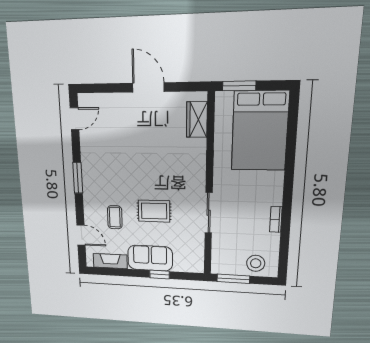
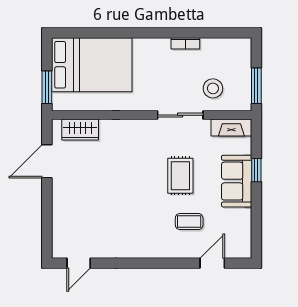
door: (148, 87) -> (47, 161), moved
door: (75, 119) -> (79, 263), swing flipped
window: (78, 178) -> (144, 263), removed
fireplace: (110, 261) -> (231, 127), moved, turned -90
stool: (256, 263) -> (213, 88), moved

